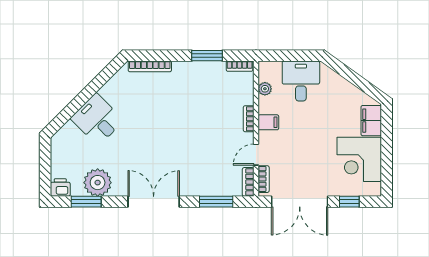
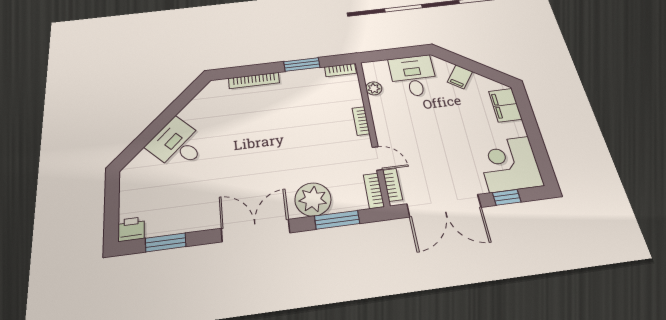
bookcase: (150, 66) -> (254, 81), moved
filing cabinet: (268, 122) -> (460, 77), moved, turned 126
door: (256, 155) -> (377, 158), swing flipped
corner desk: (359, 159) -> (509, 164), moved, turned 90
plant: (98, 183) -> (313, 199), moved

